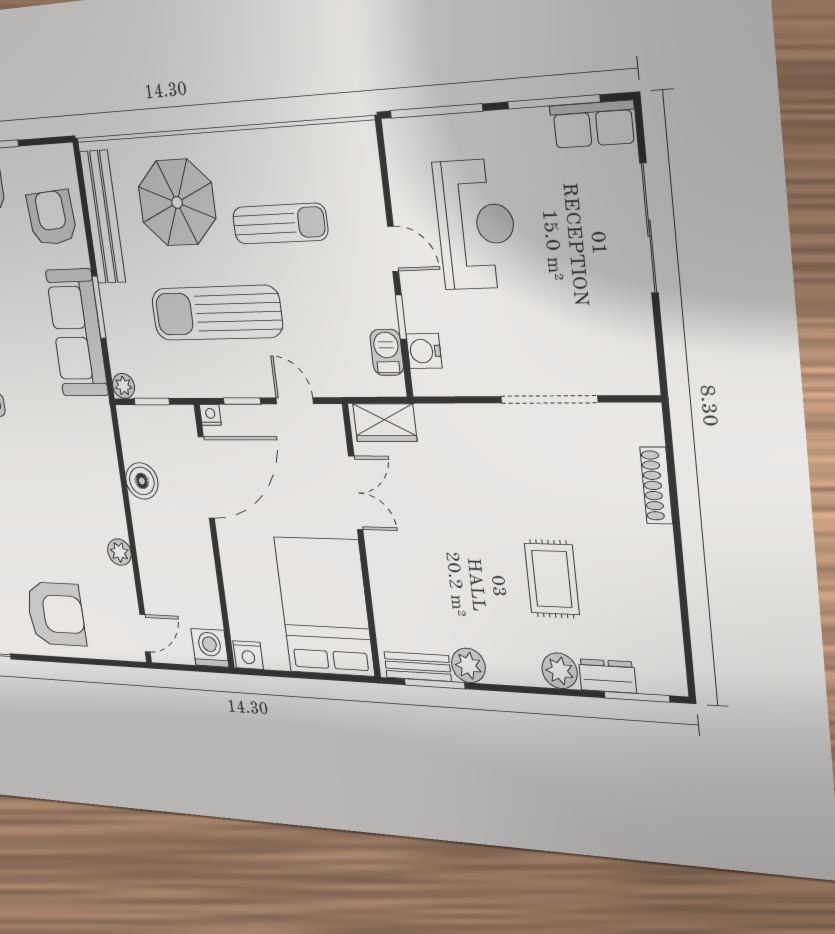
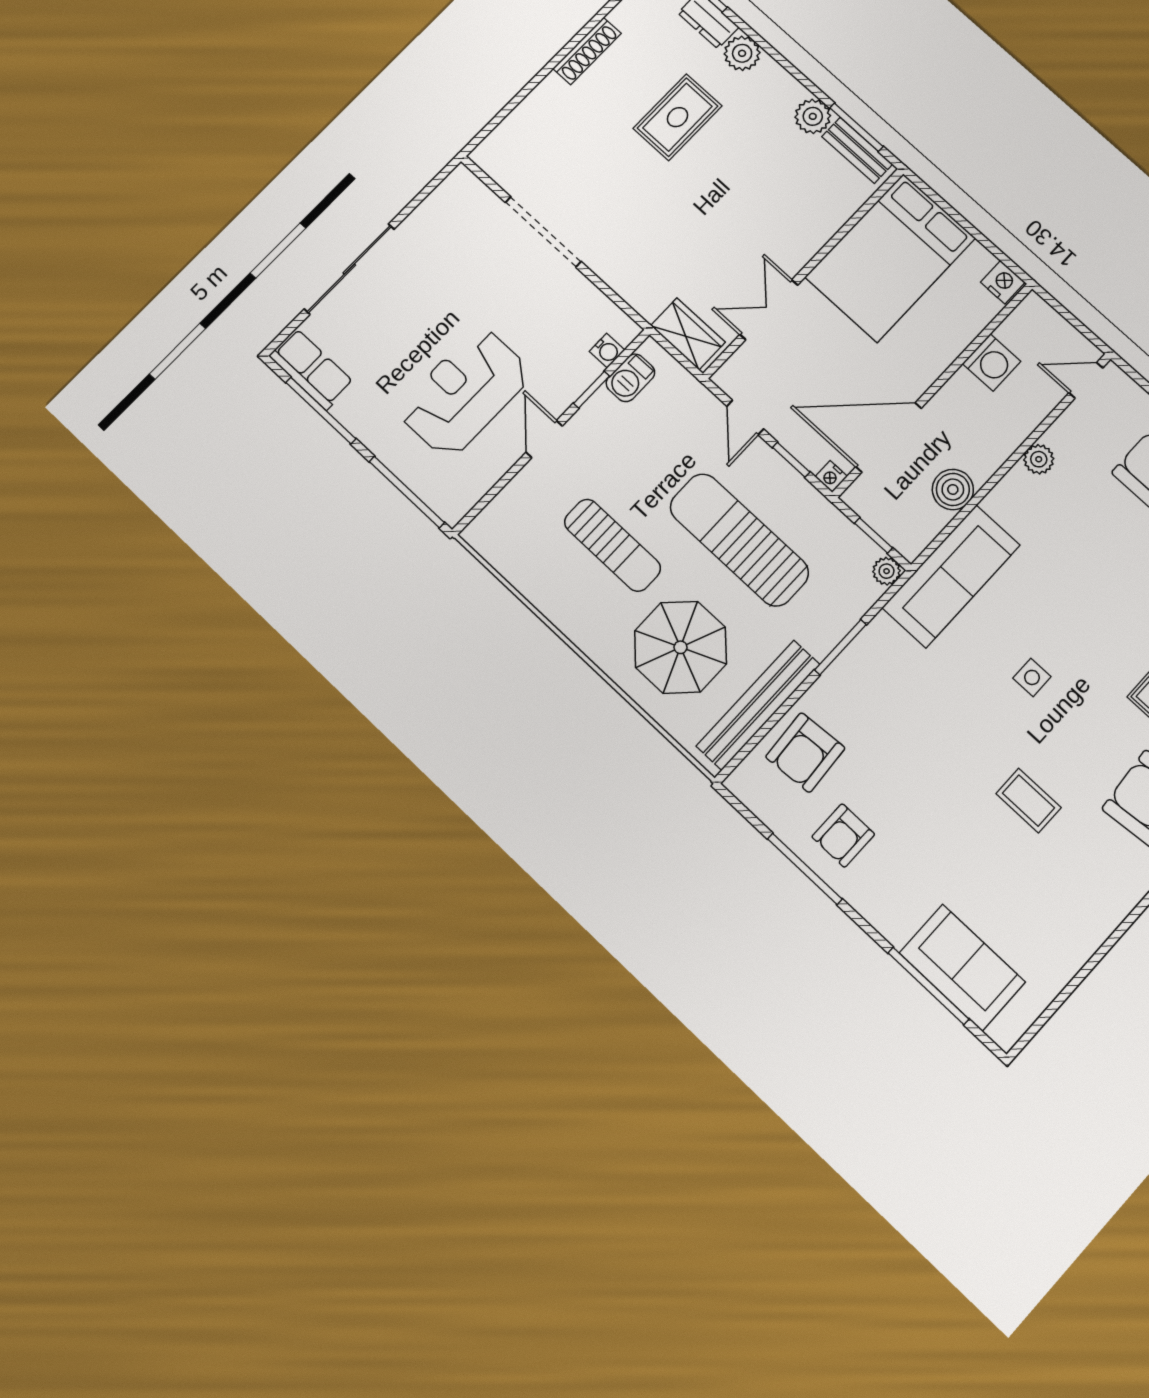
sun lounger: (280, 224) -> (612, 545), turned 180
sun lounger: (217, 313) -> (739, 540), turned 180
sofa: (77, 333) -> (951, 576), moved
water cooler: (424, 351) -> (607, 351), width x0.72, depth x0.72
shoe rack: (656, 486) -> (587, 51), moved
washing machine: (210, 648) -> (992, 363), moved, turned -90

